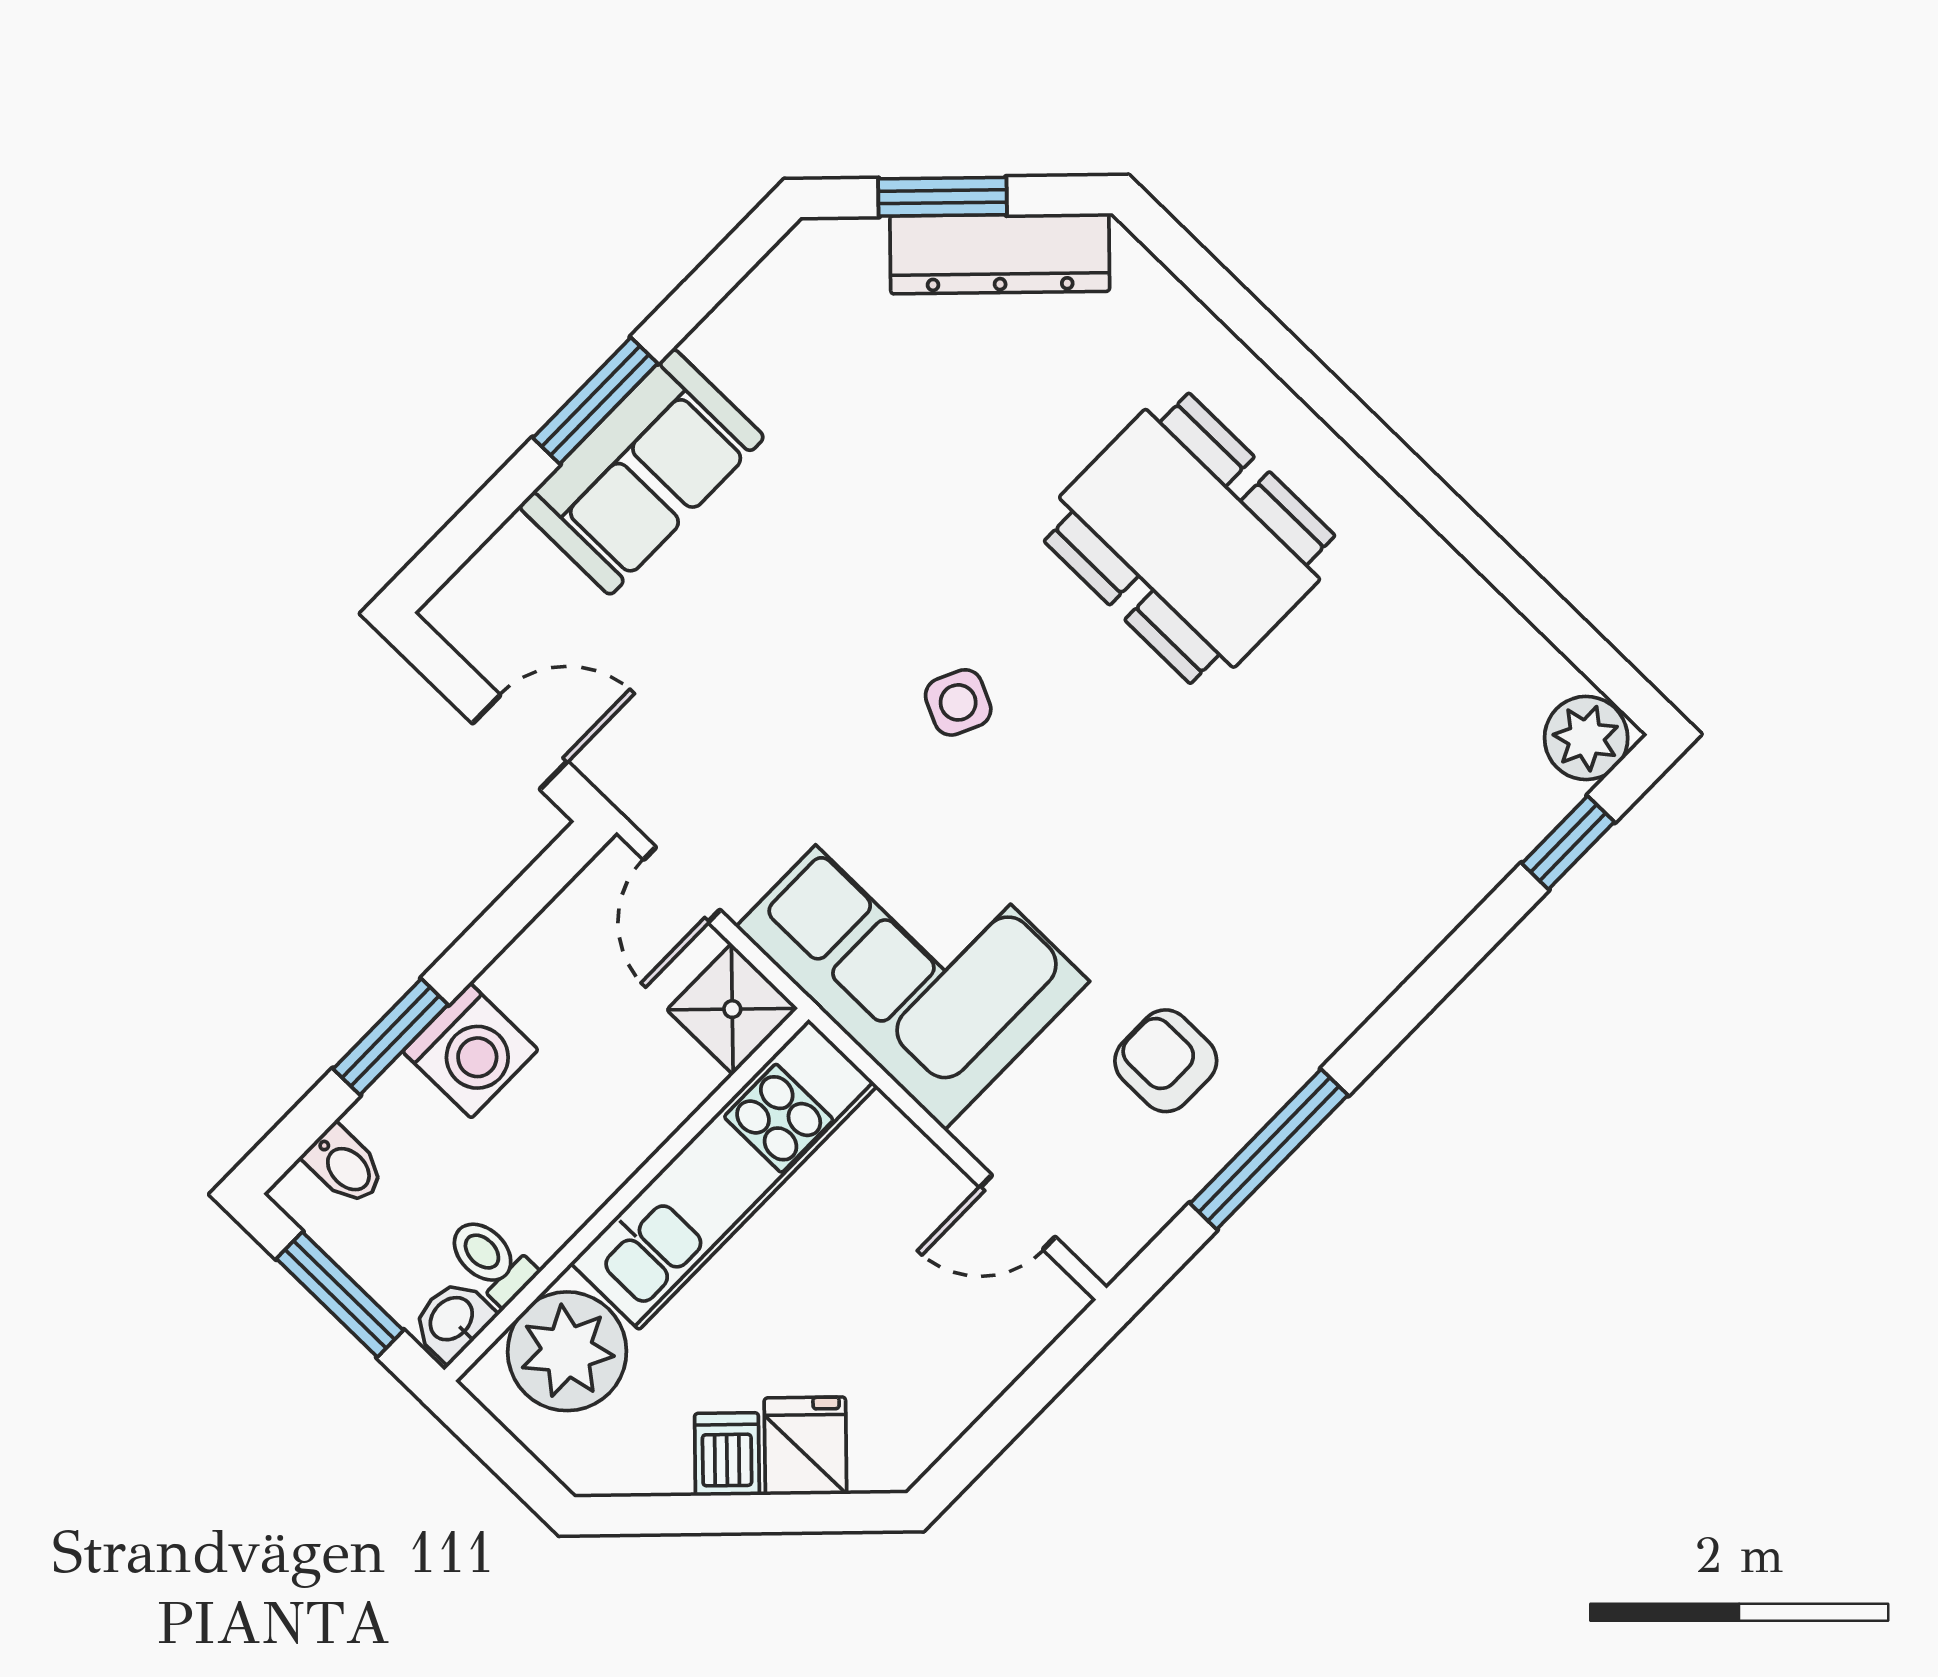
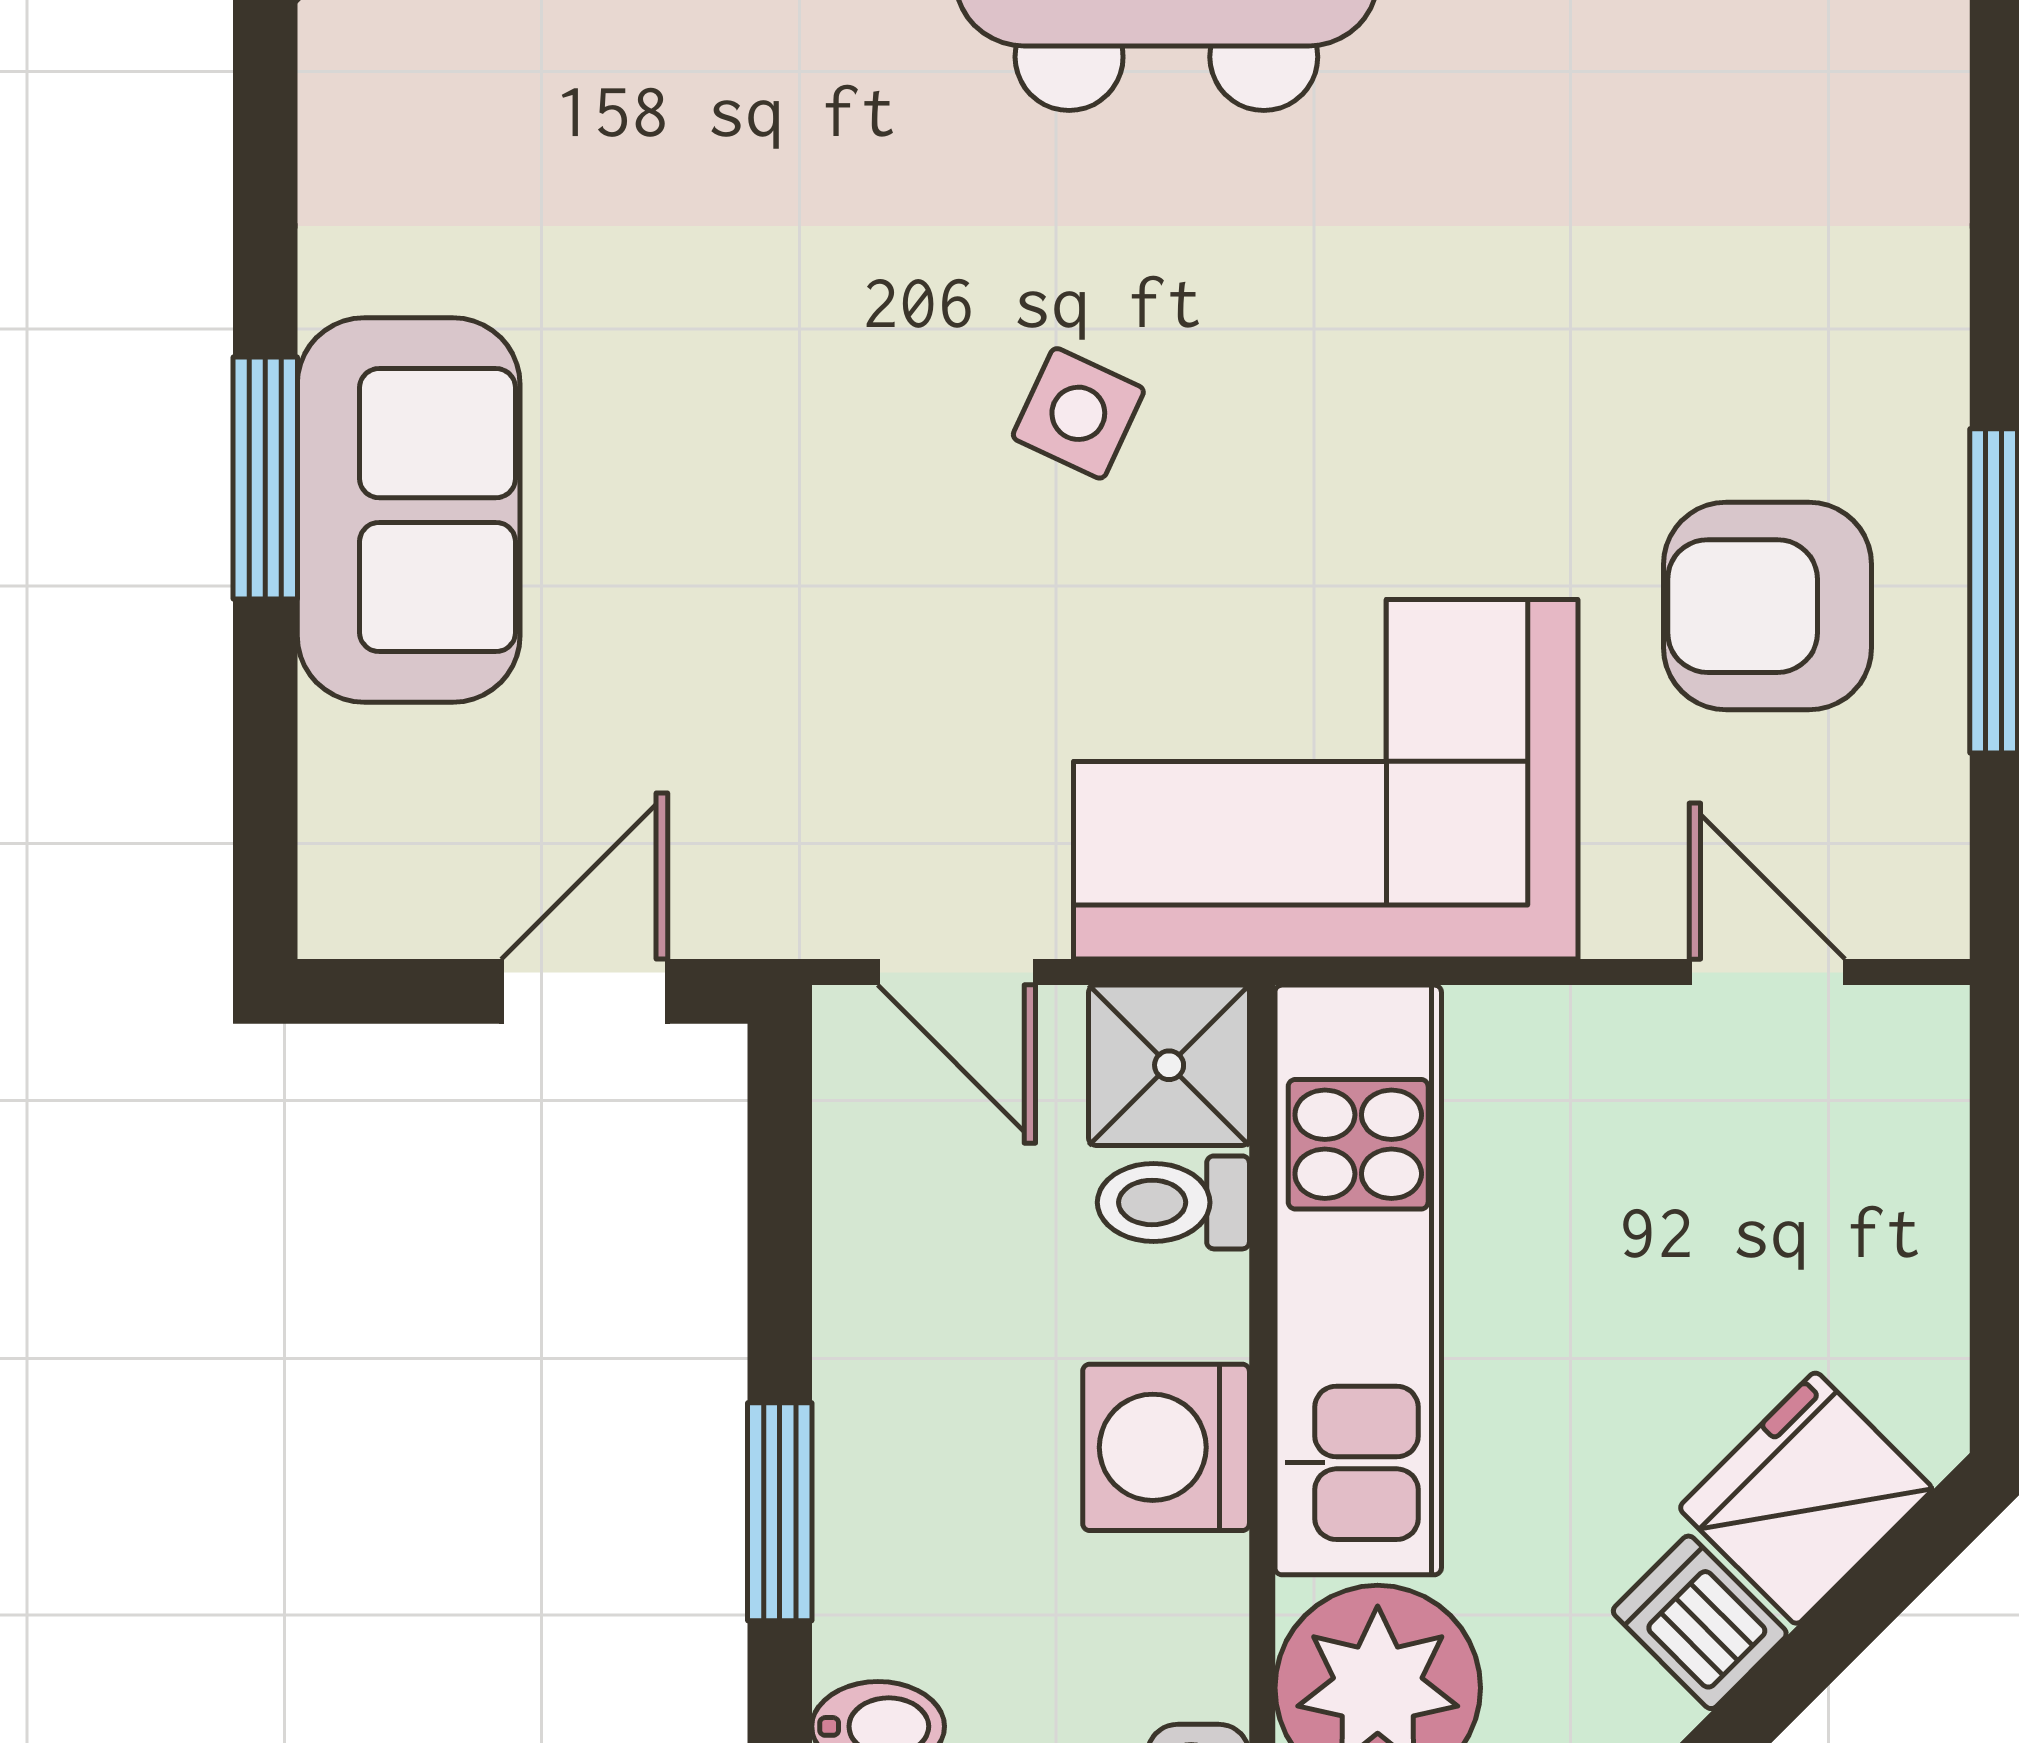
washing machine: (470, 1051) -> (1166, 1447), moved, turned 180
armchair: (1166, 1061) -> (1768, 606), width x1.38, depth x1.38
door: (1018, 1212) -> (1767, 972), swing flipped
toilet: (491, 1260) -> (1173, 1202), moved
fridge: (805, 1446) -> (1806, 1498), width x1.38

